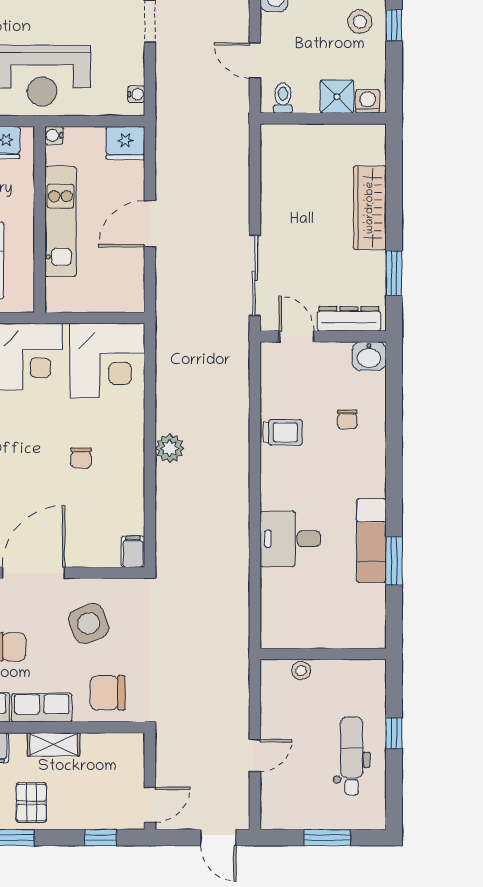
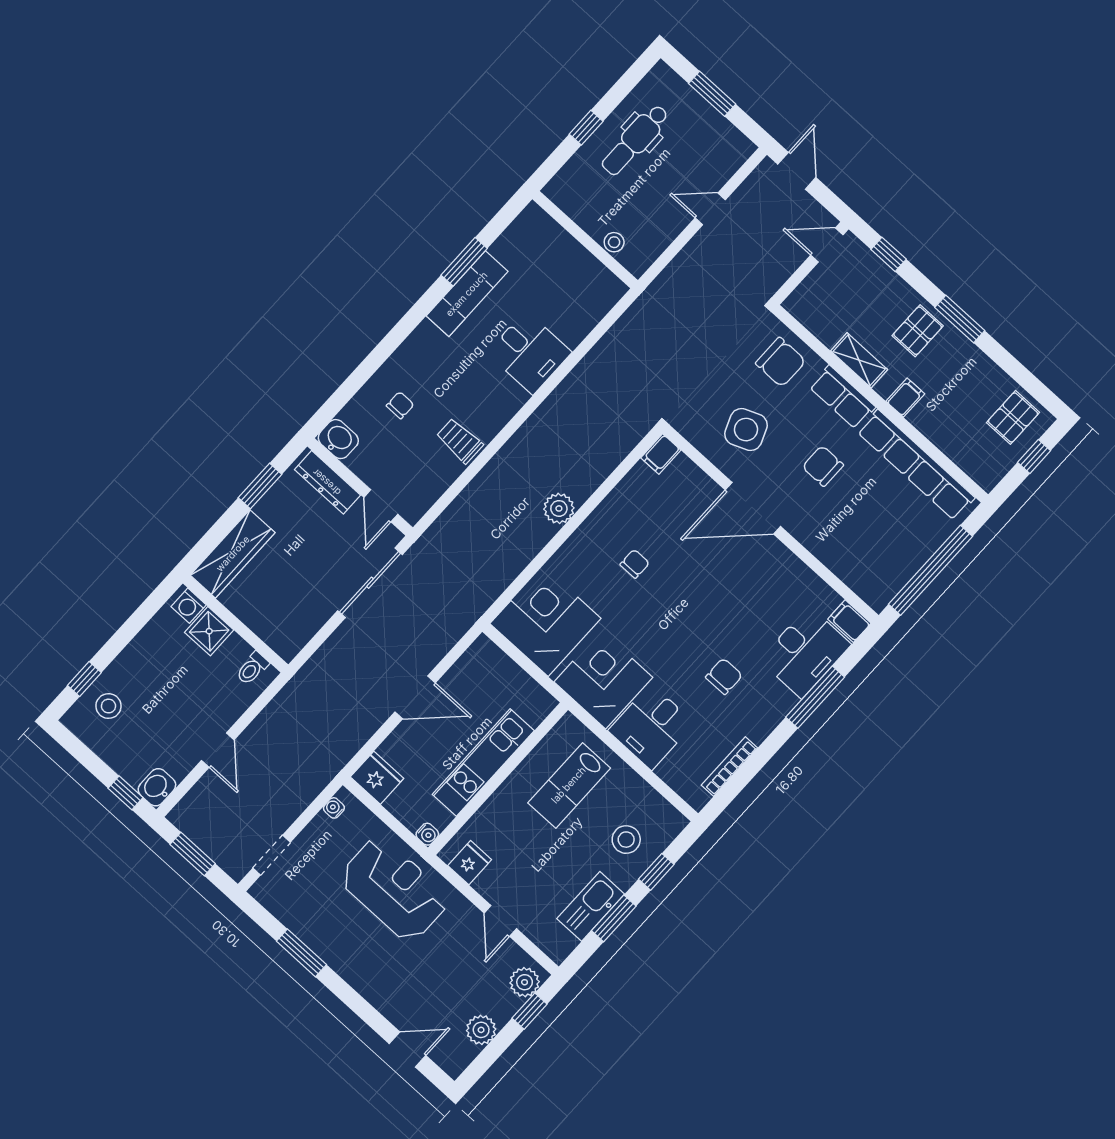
shower: (337, 97) -> (209, 631), moved
toilet: (283, 98) -> (252, 668), moved
washing machine: (368, 101) -> (189, 606), moved
wall: (323, 118) -> (235, 624), moved

